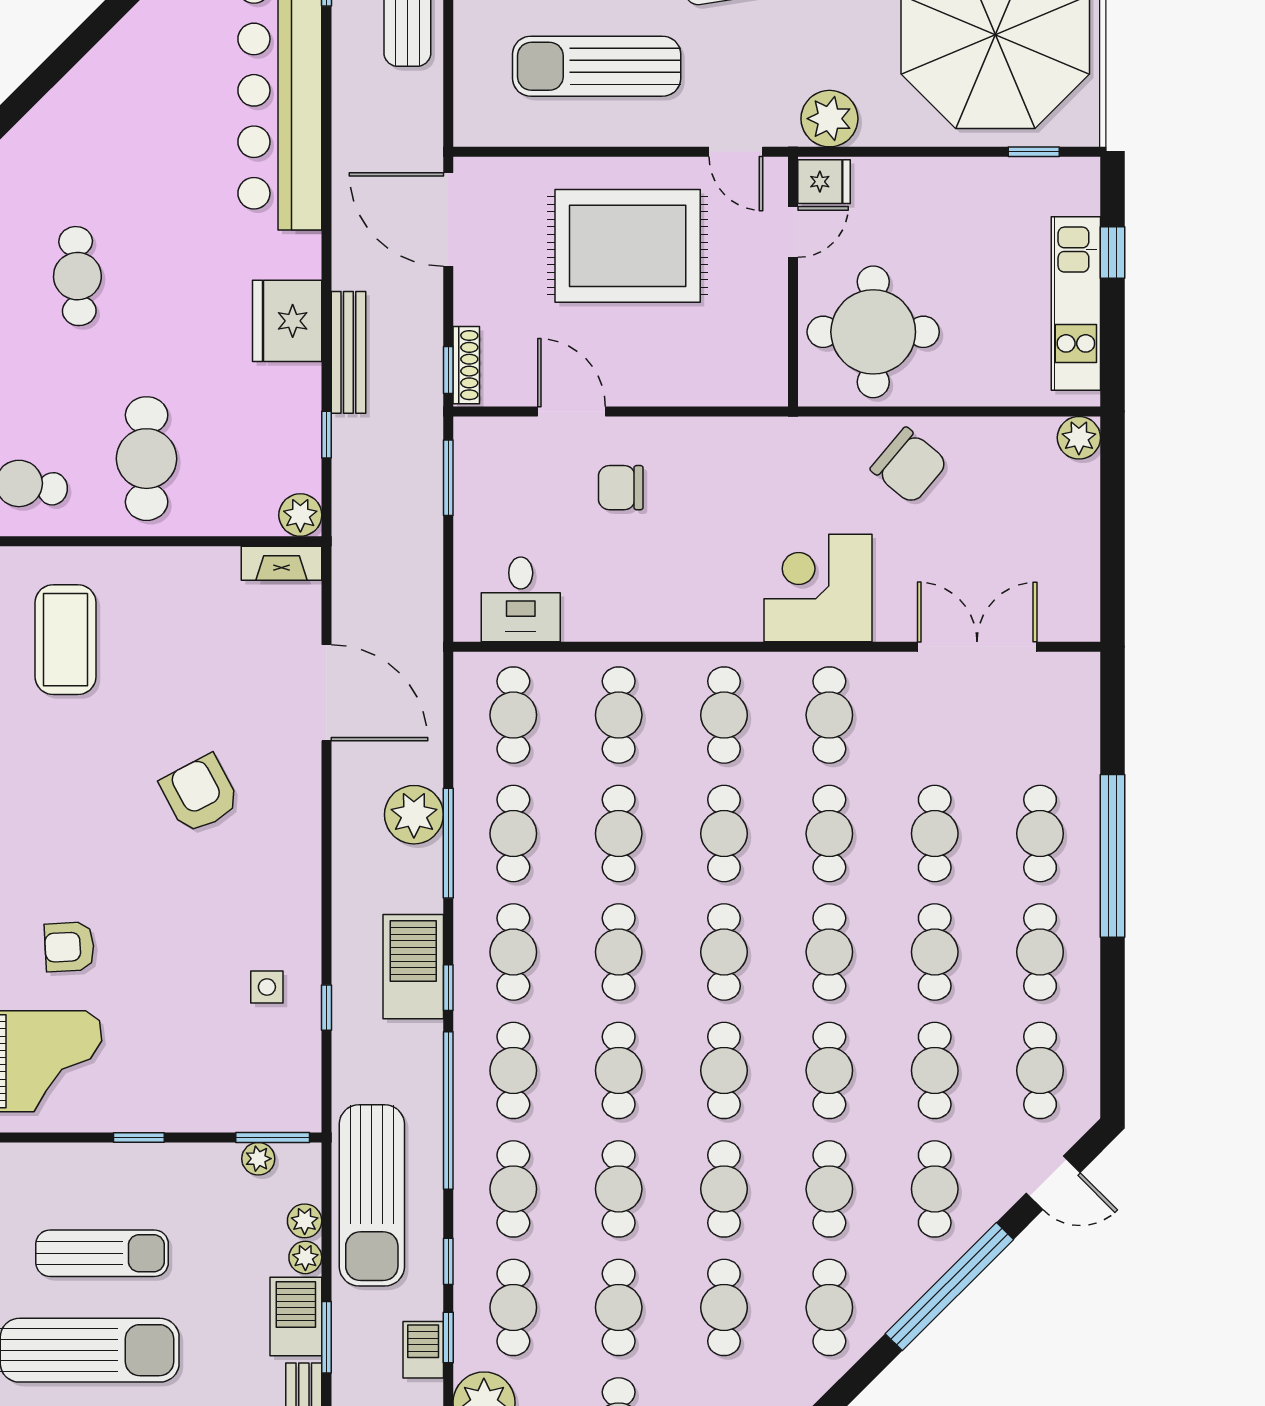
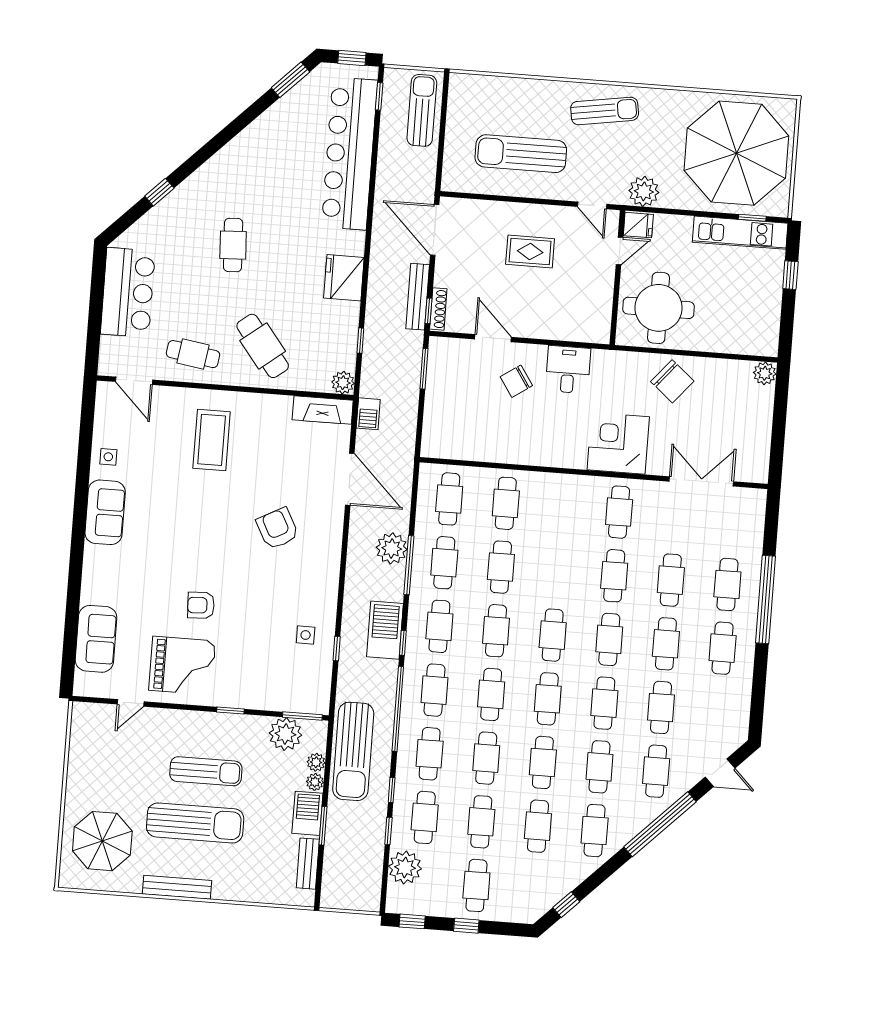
rug: (628, 246) -> (530, 252), width x0.54, depth x0.49
kitchen unit: (1076, 303) -> (740, 233), moved, turned -90
bench: (348, 352) -> (418, 297), moved
cafe table: (147, 459) -> (263, 346), turned -38
chair: (621, 488) -> (516, 381), turned -34
fireplace: (281, 563) -> (323, 410), width x1.37, depth x1.32
desk: (521, 599) -> (568, 370), moved, turned 180
cafe table: (724, 715) -> (562, 508), removed
cafe table: (724, 834) -> (558, 571), removed
cafe table: (1040, 1070) -> (718, 712), removed
plant: (258, 1159) -> (285, 734), width x1.88, depth x1.88
barbecue: (423, 1350) -> (368, 414), moved, turned 180

